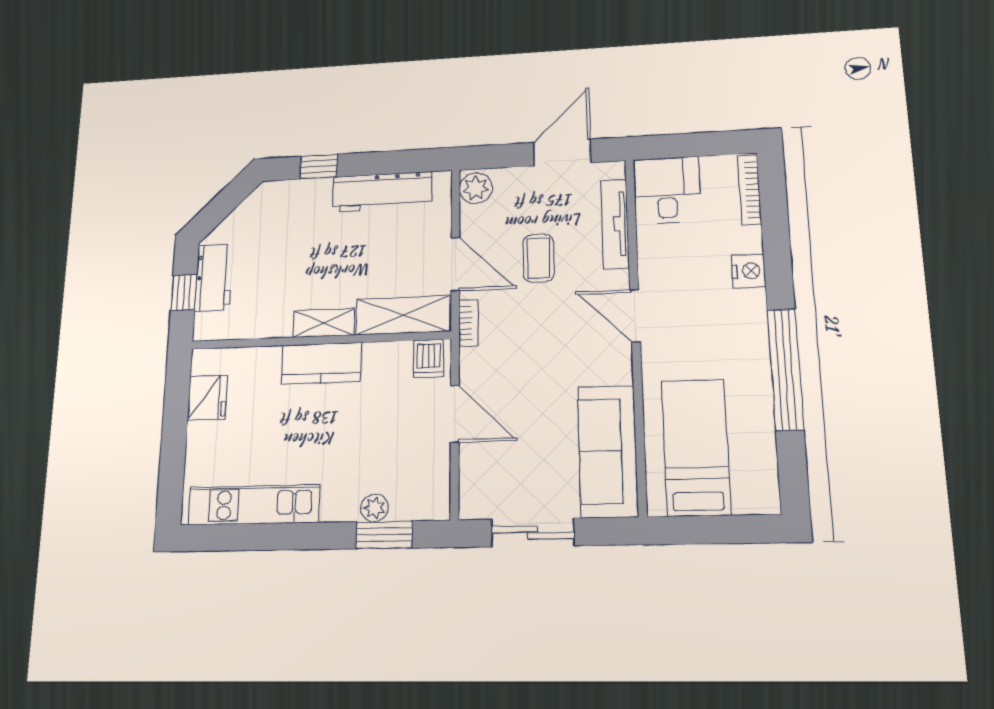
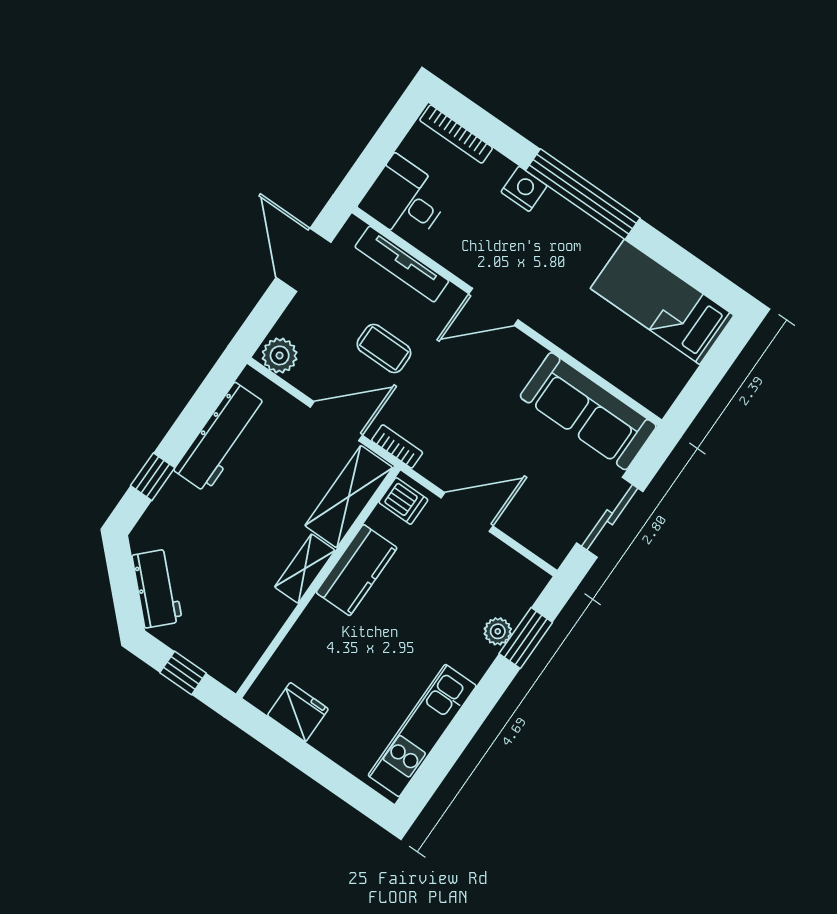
workbench: (214, 277) -> (157, 588), moved, turned 45
kitchen counter: (321, 363) -> (357, 570), moved
window: (785, 369) -> (583, 194), moved
bed: (696, 447) -> (662, 302), moved

